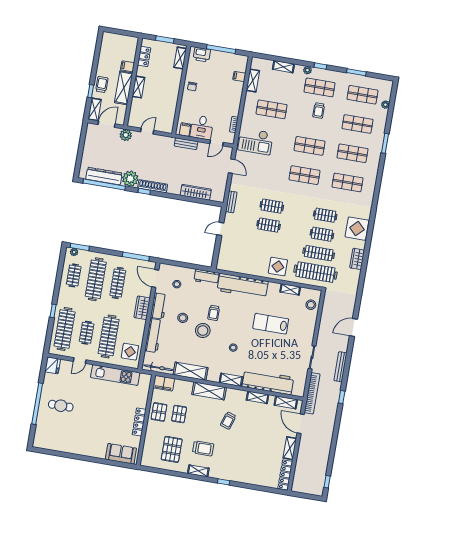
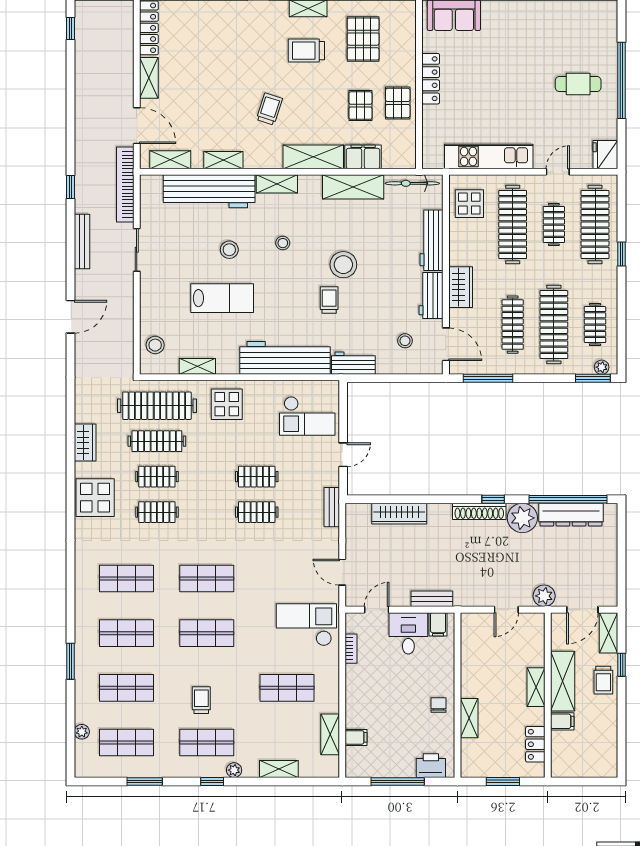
shelving: (180, 58) -> (469, 718), moved
checkout: (236, 253) -> (307, 416), added
stool: (183, 318) -> (229, 250), moved
filing cabinet: (164, 383) -> (363, 157), moved

